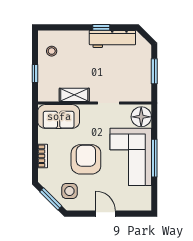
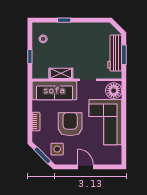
window: (101, 27) -> (64, 20), moved
workbench: (112, 39) -> (115, 53), moved, turned 90
sofa: (59, 117) -> (54, 90), width x1.36
window: (154, 158) -> (124, 123), removed

